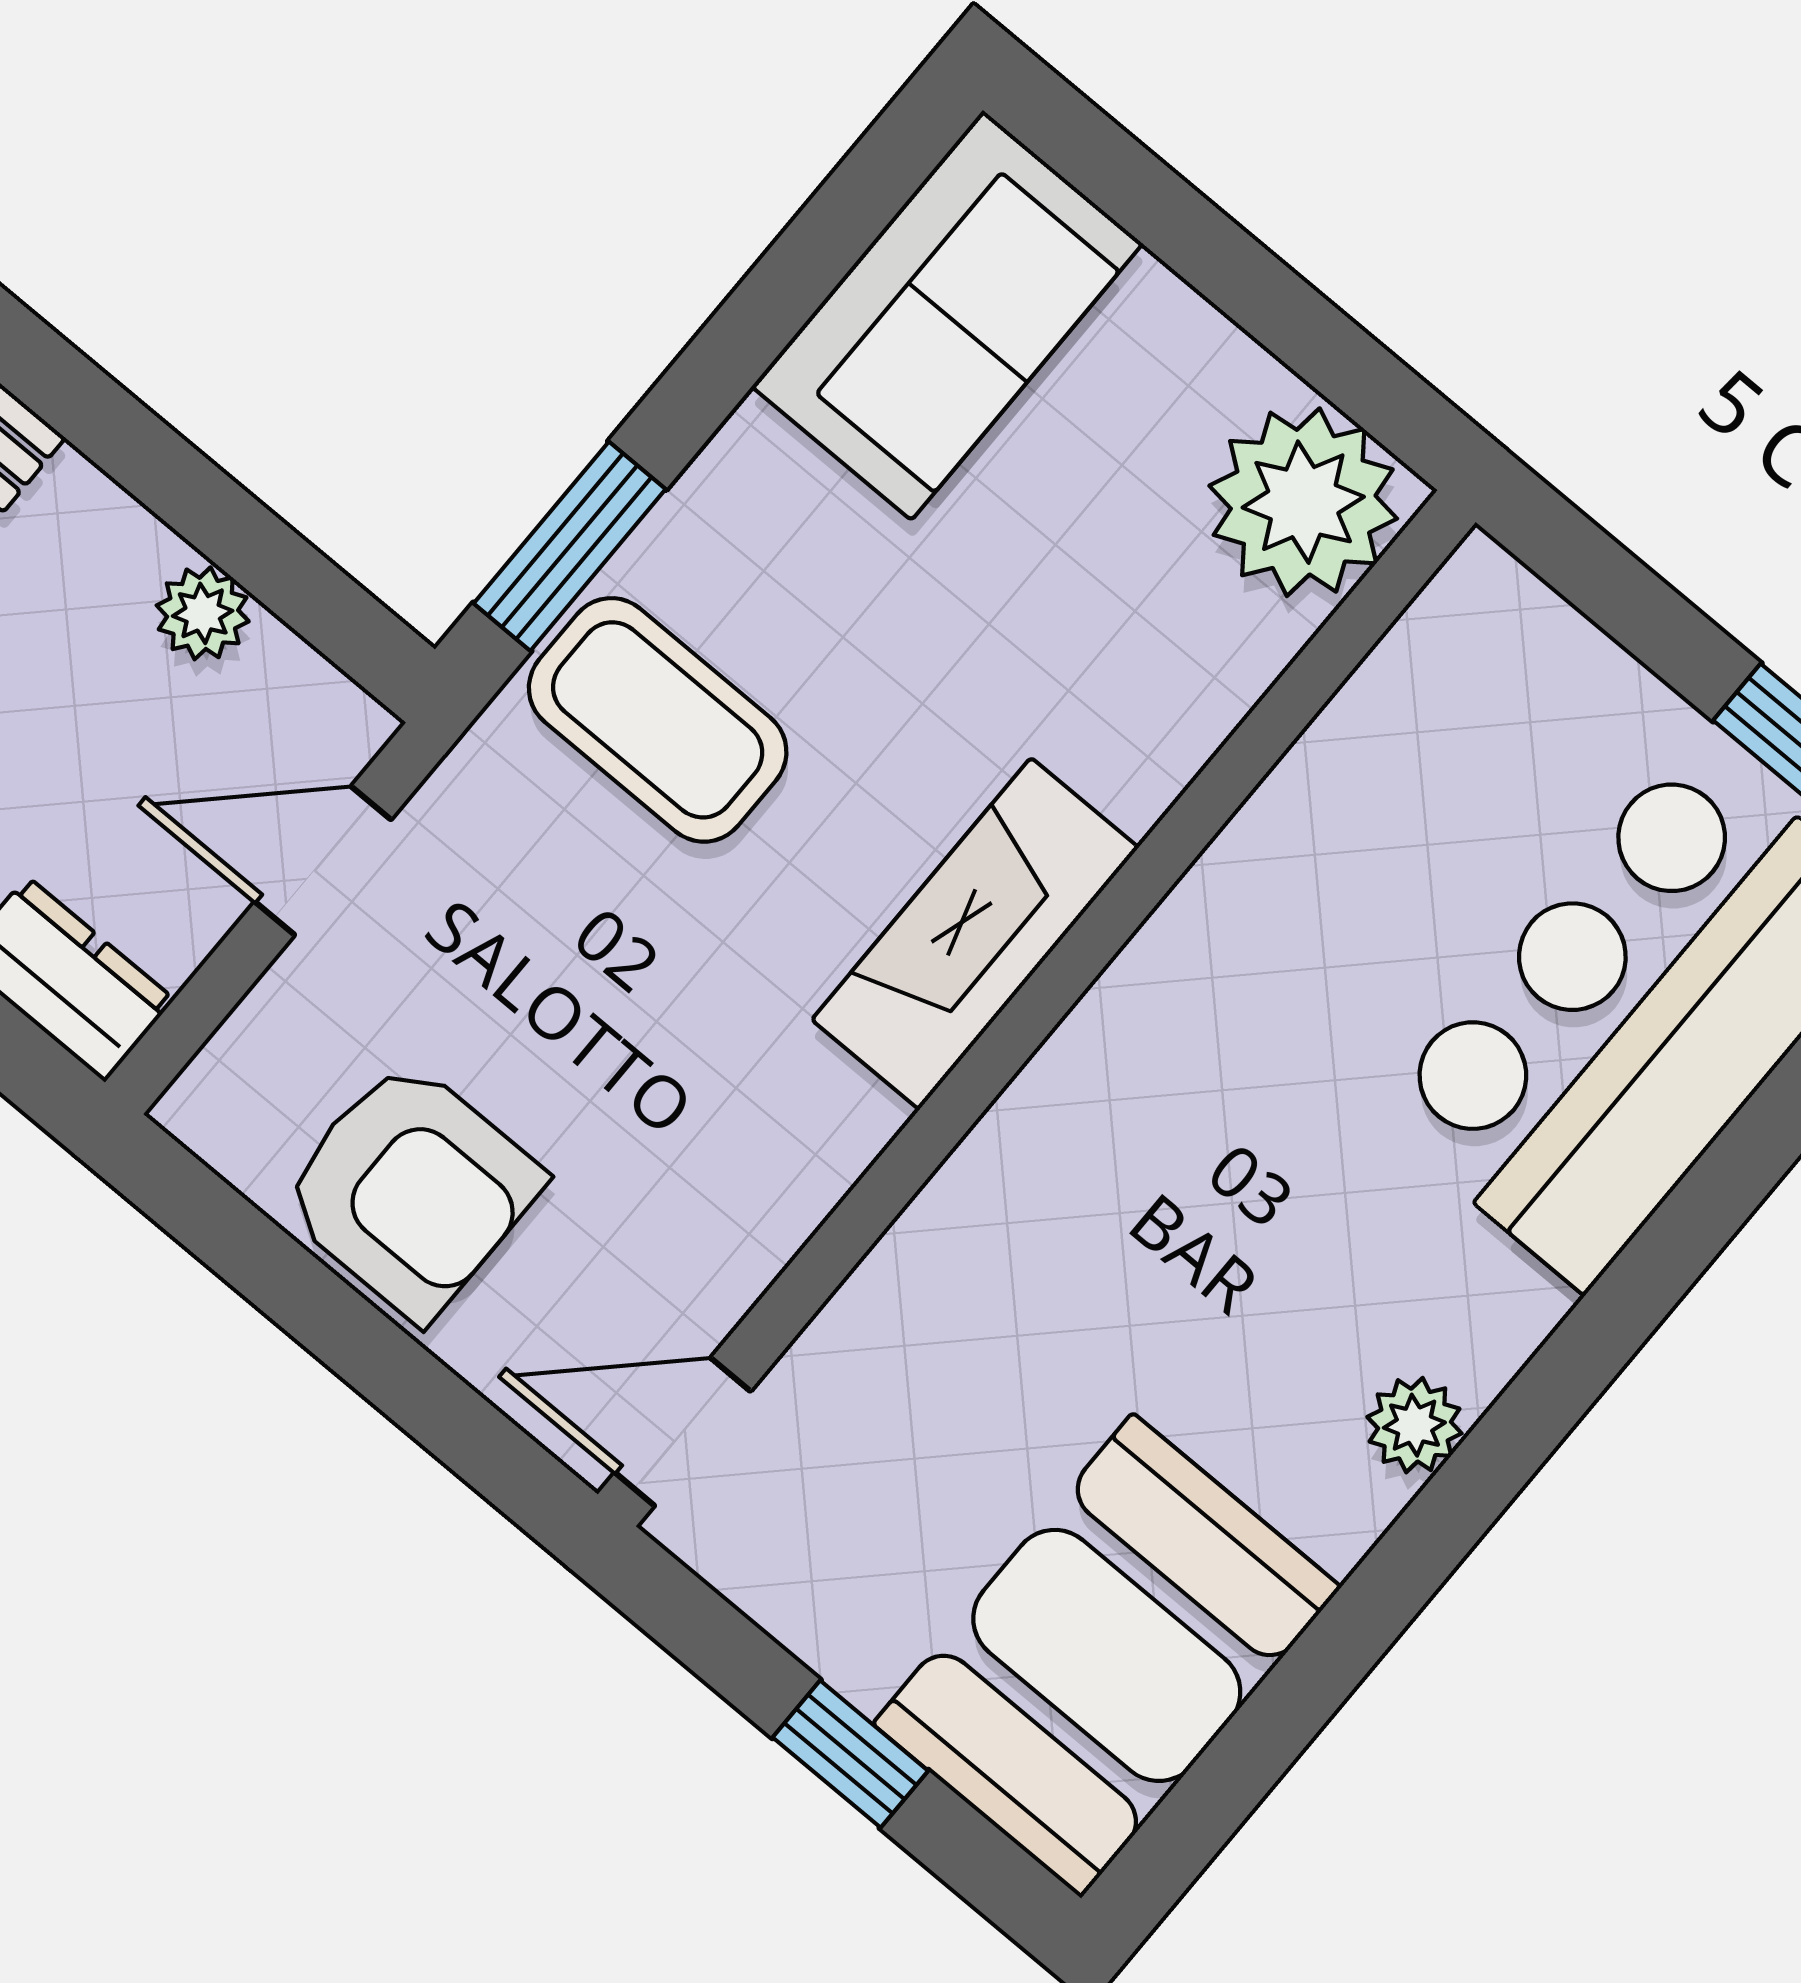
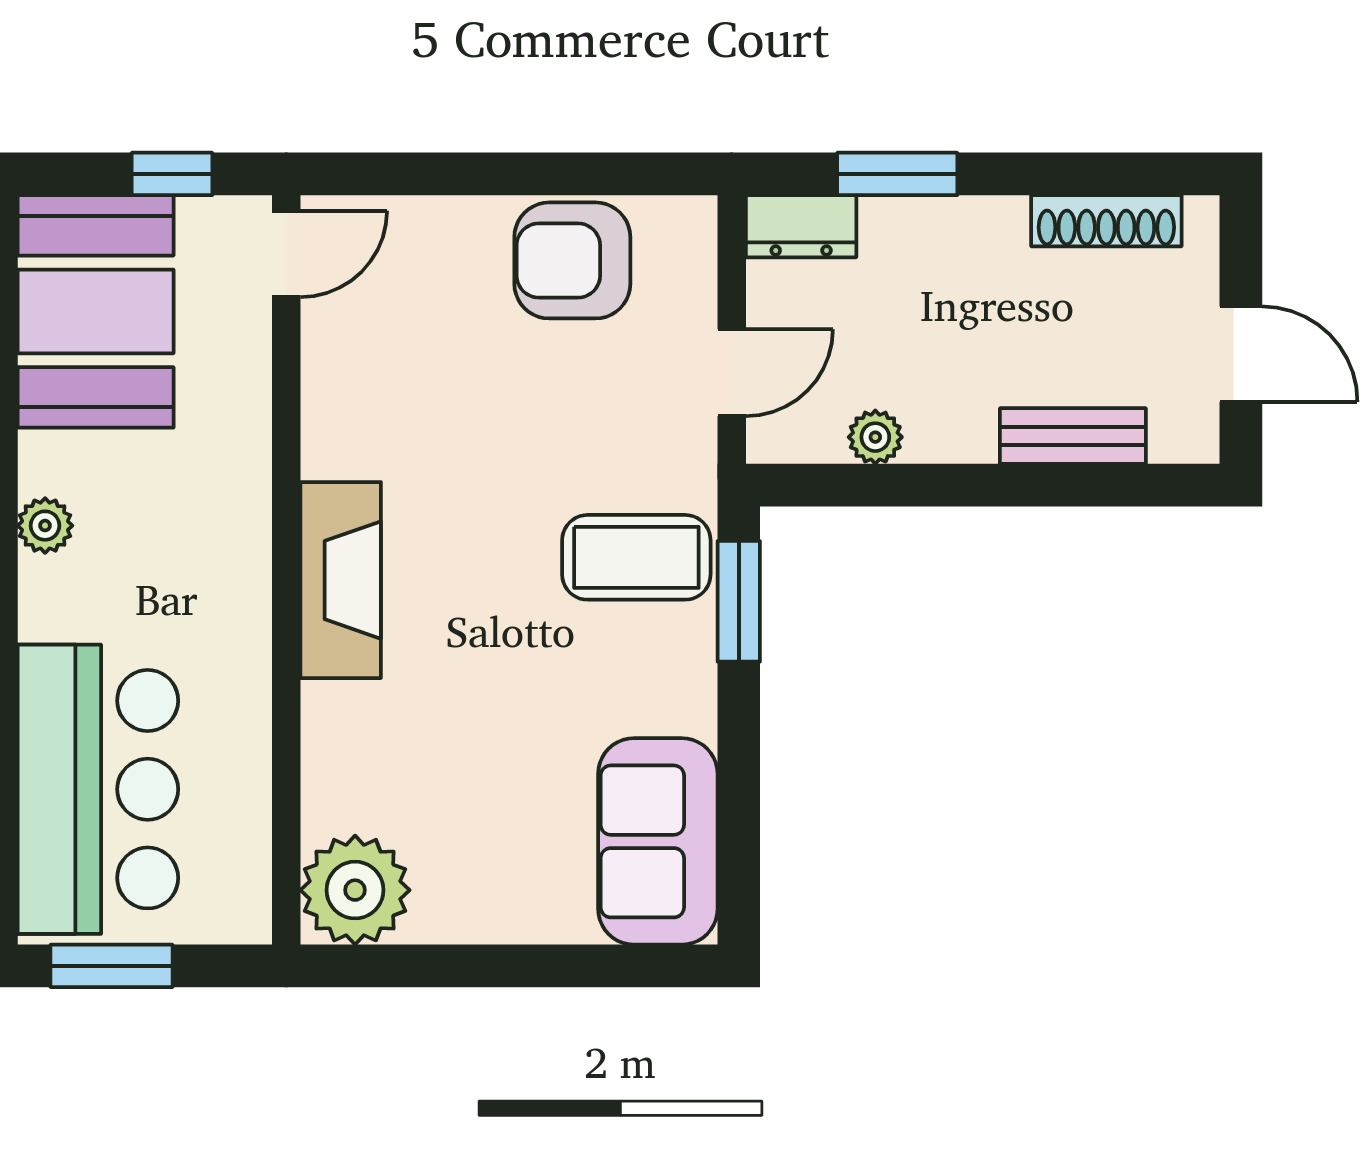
plant: (1303, 502) -> (355, 890), moved
fireplace: (975, 934) -> (341, 580), moved
wall: (1037, 1008) -> (286, 570), moved
door: (683, 1432) -> (286, 254), moved

